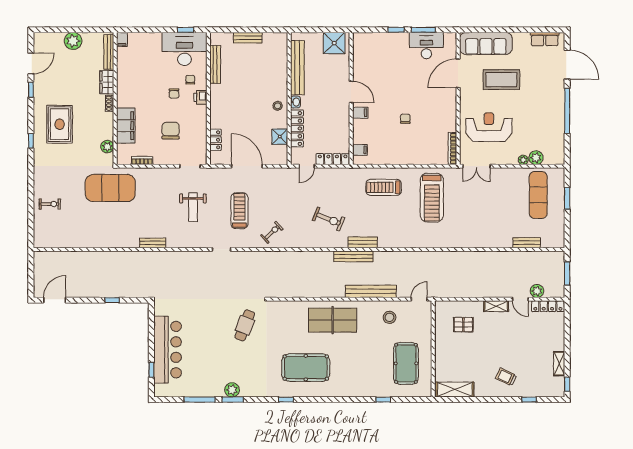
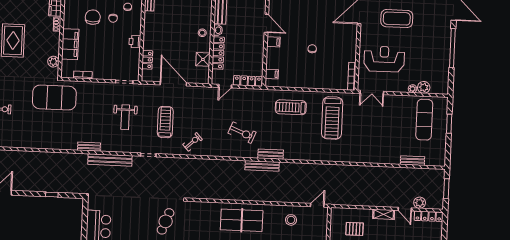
printer: (200, 97) -> (135, 42), moved
chair: (171, 131) -> (93, 17), moved
bench: (371, 291) -> (110, 160), moved

